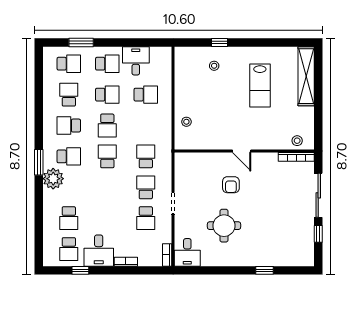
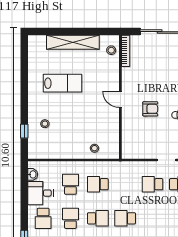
window: (220, 42) -> (24, 131), moved
washbasin: (157, 52) -> (33, 174), added
school desk: (107, 64) -> (43, 218), turned 180
shelving: (306, 76) -> (73, 42), moved
door: (242, 151) -> (120, 99), swing flipped
school desk: (146, 156) -> (98, 184), moved

